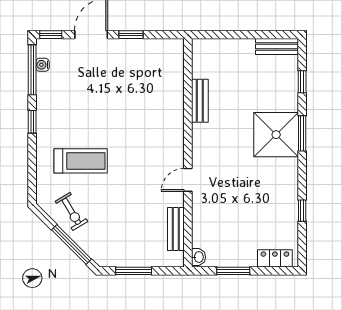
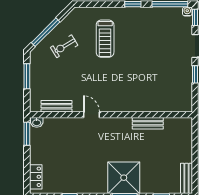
water cooler: (42, 65) -> (187, 11), moved
exercise bike: (71, 211) -> (64, 46), moved
window: (233, 271) -> (27, 134), moved

